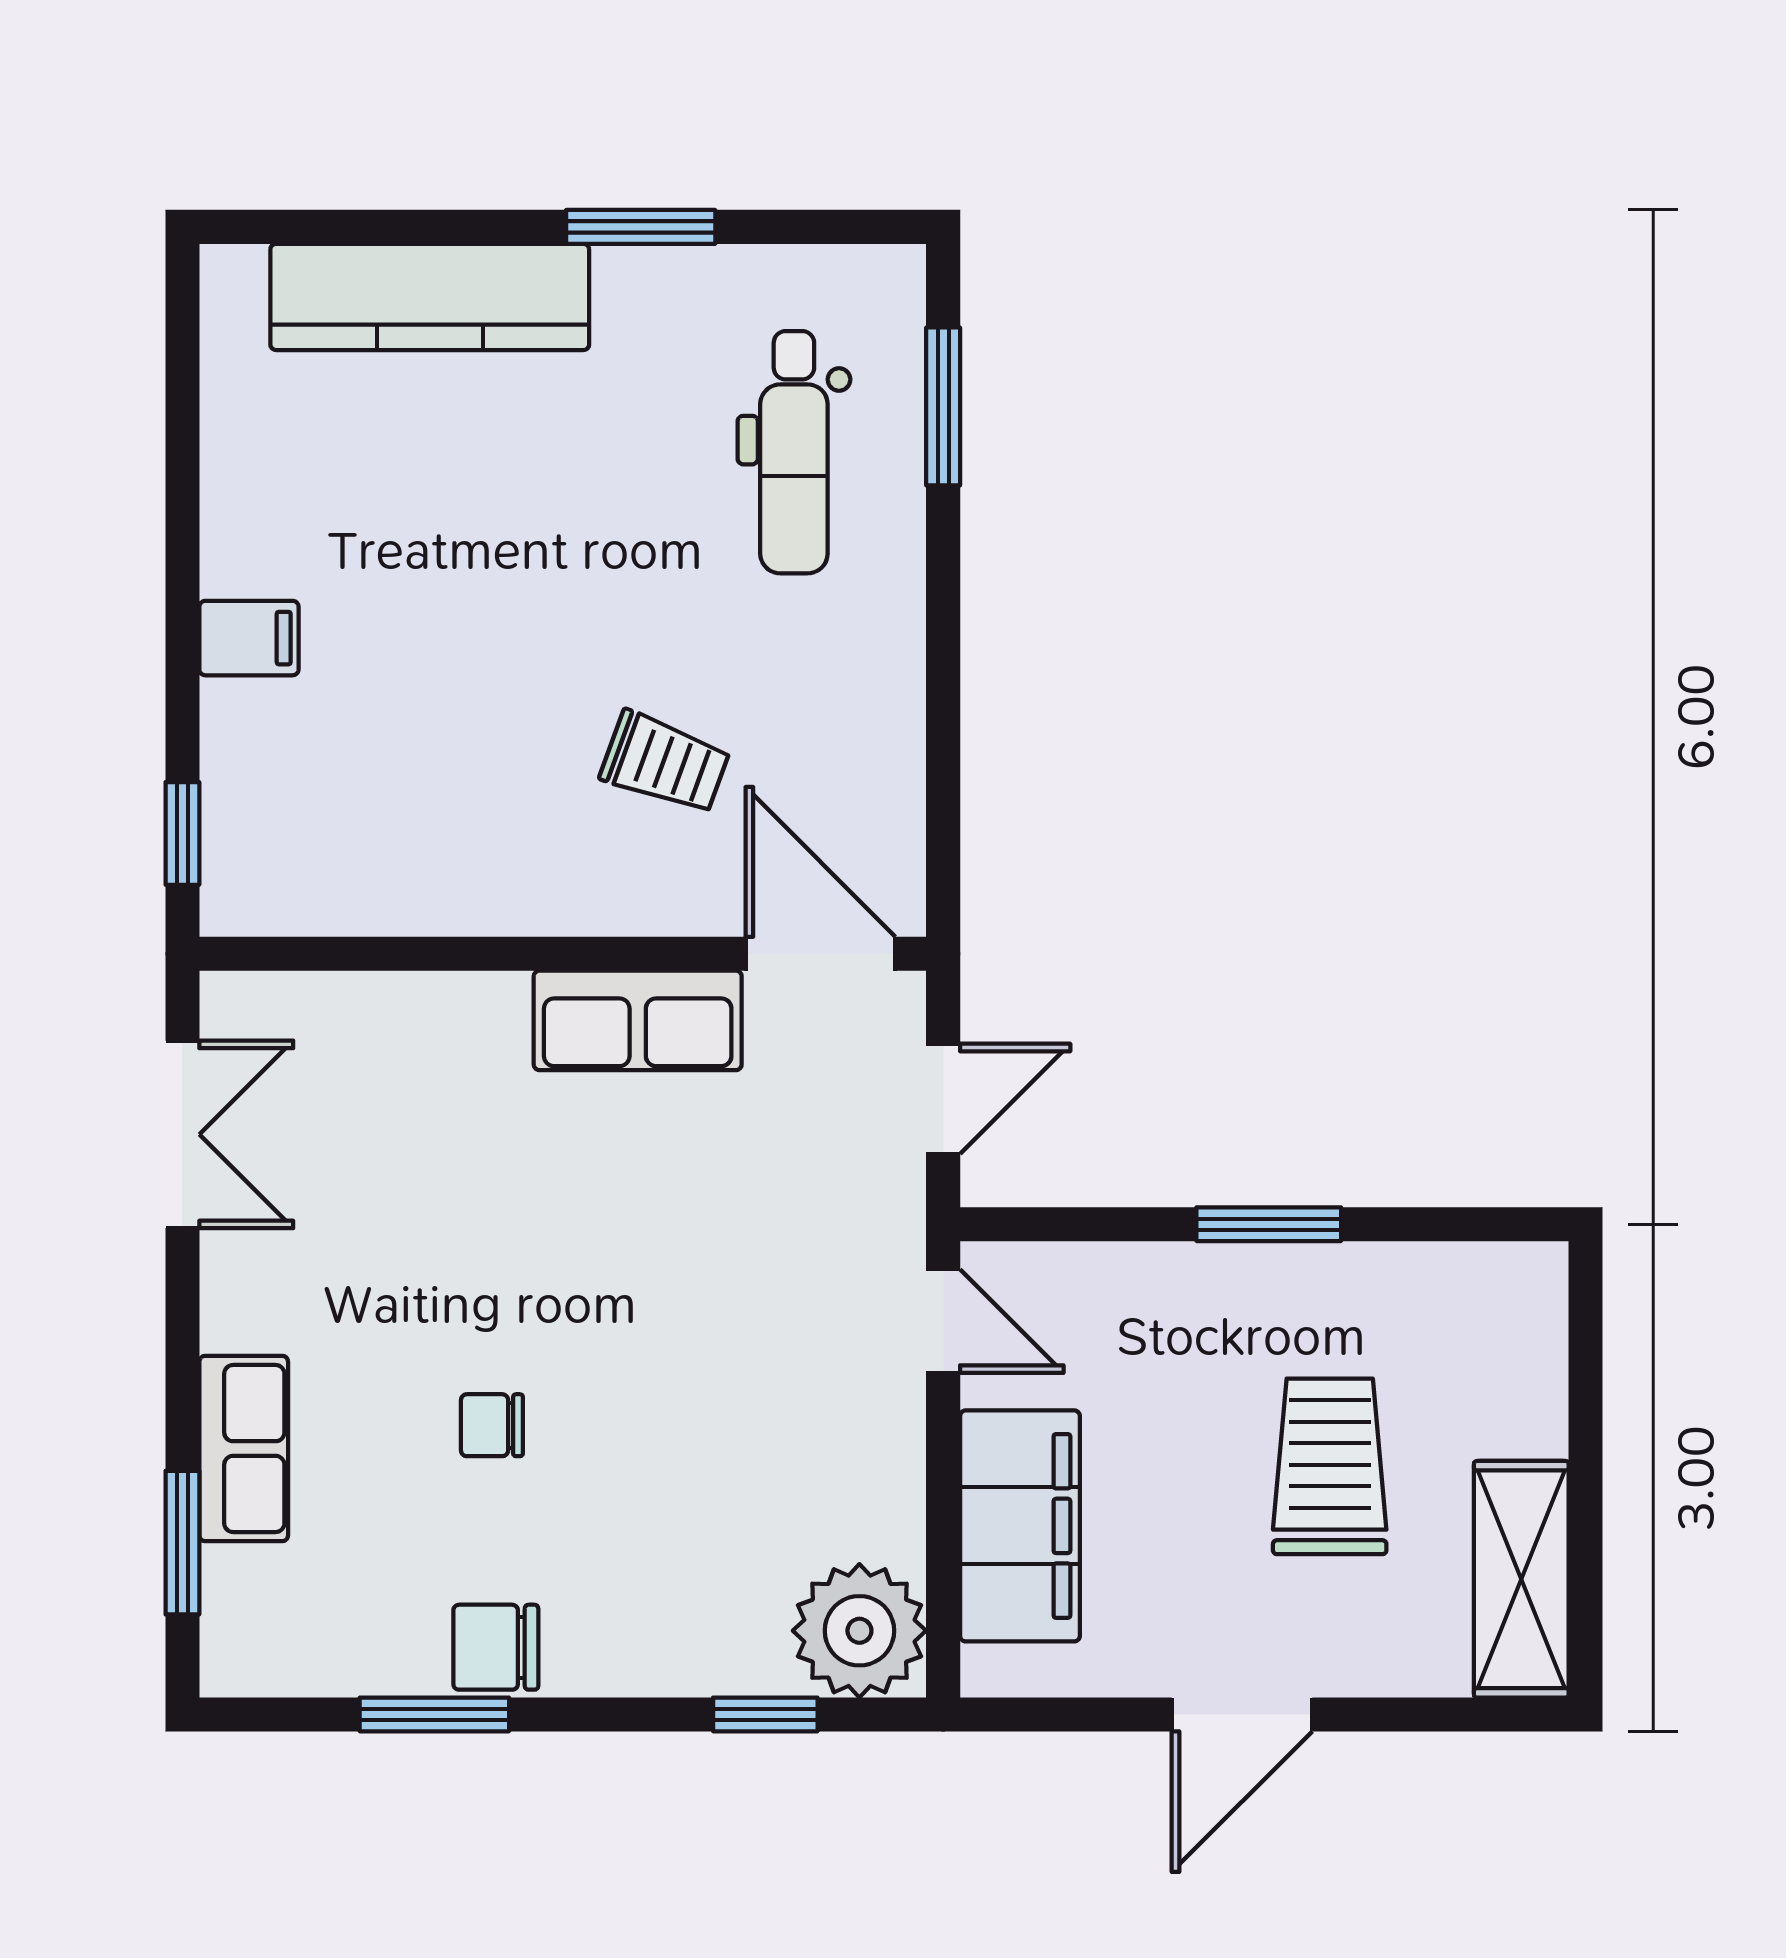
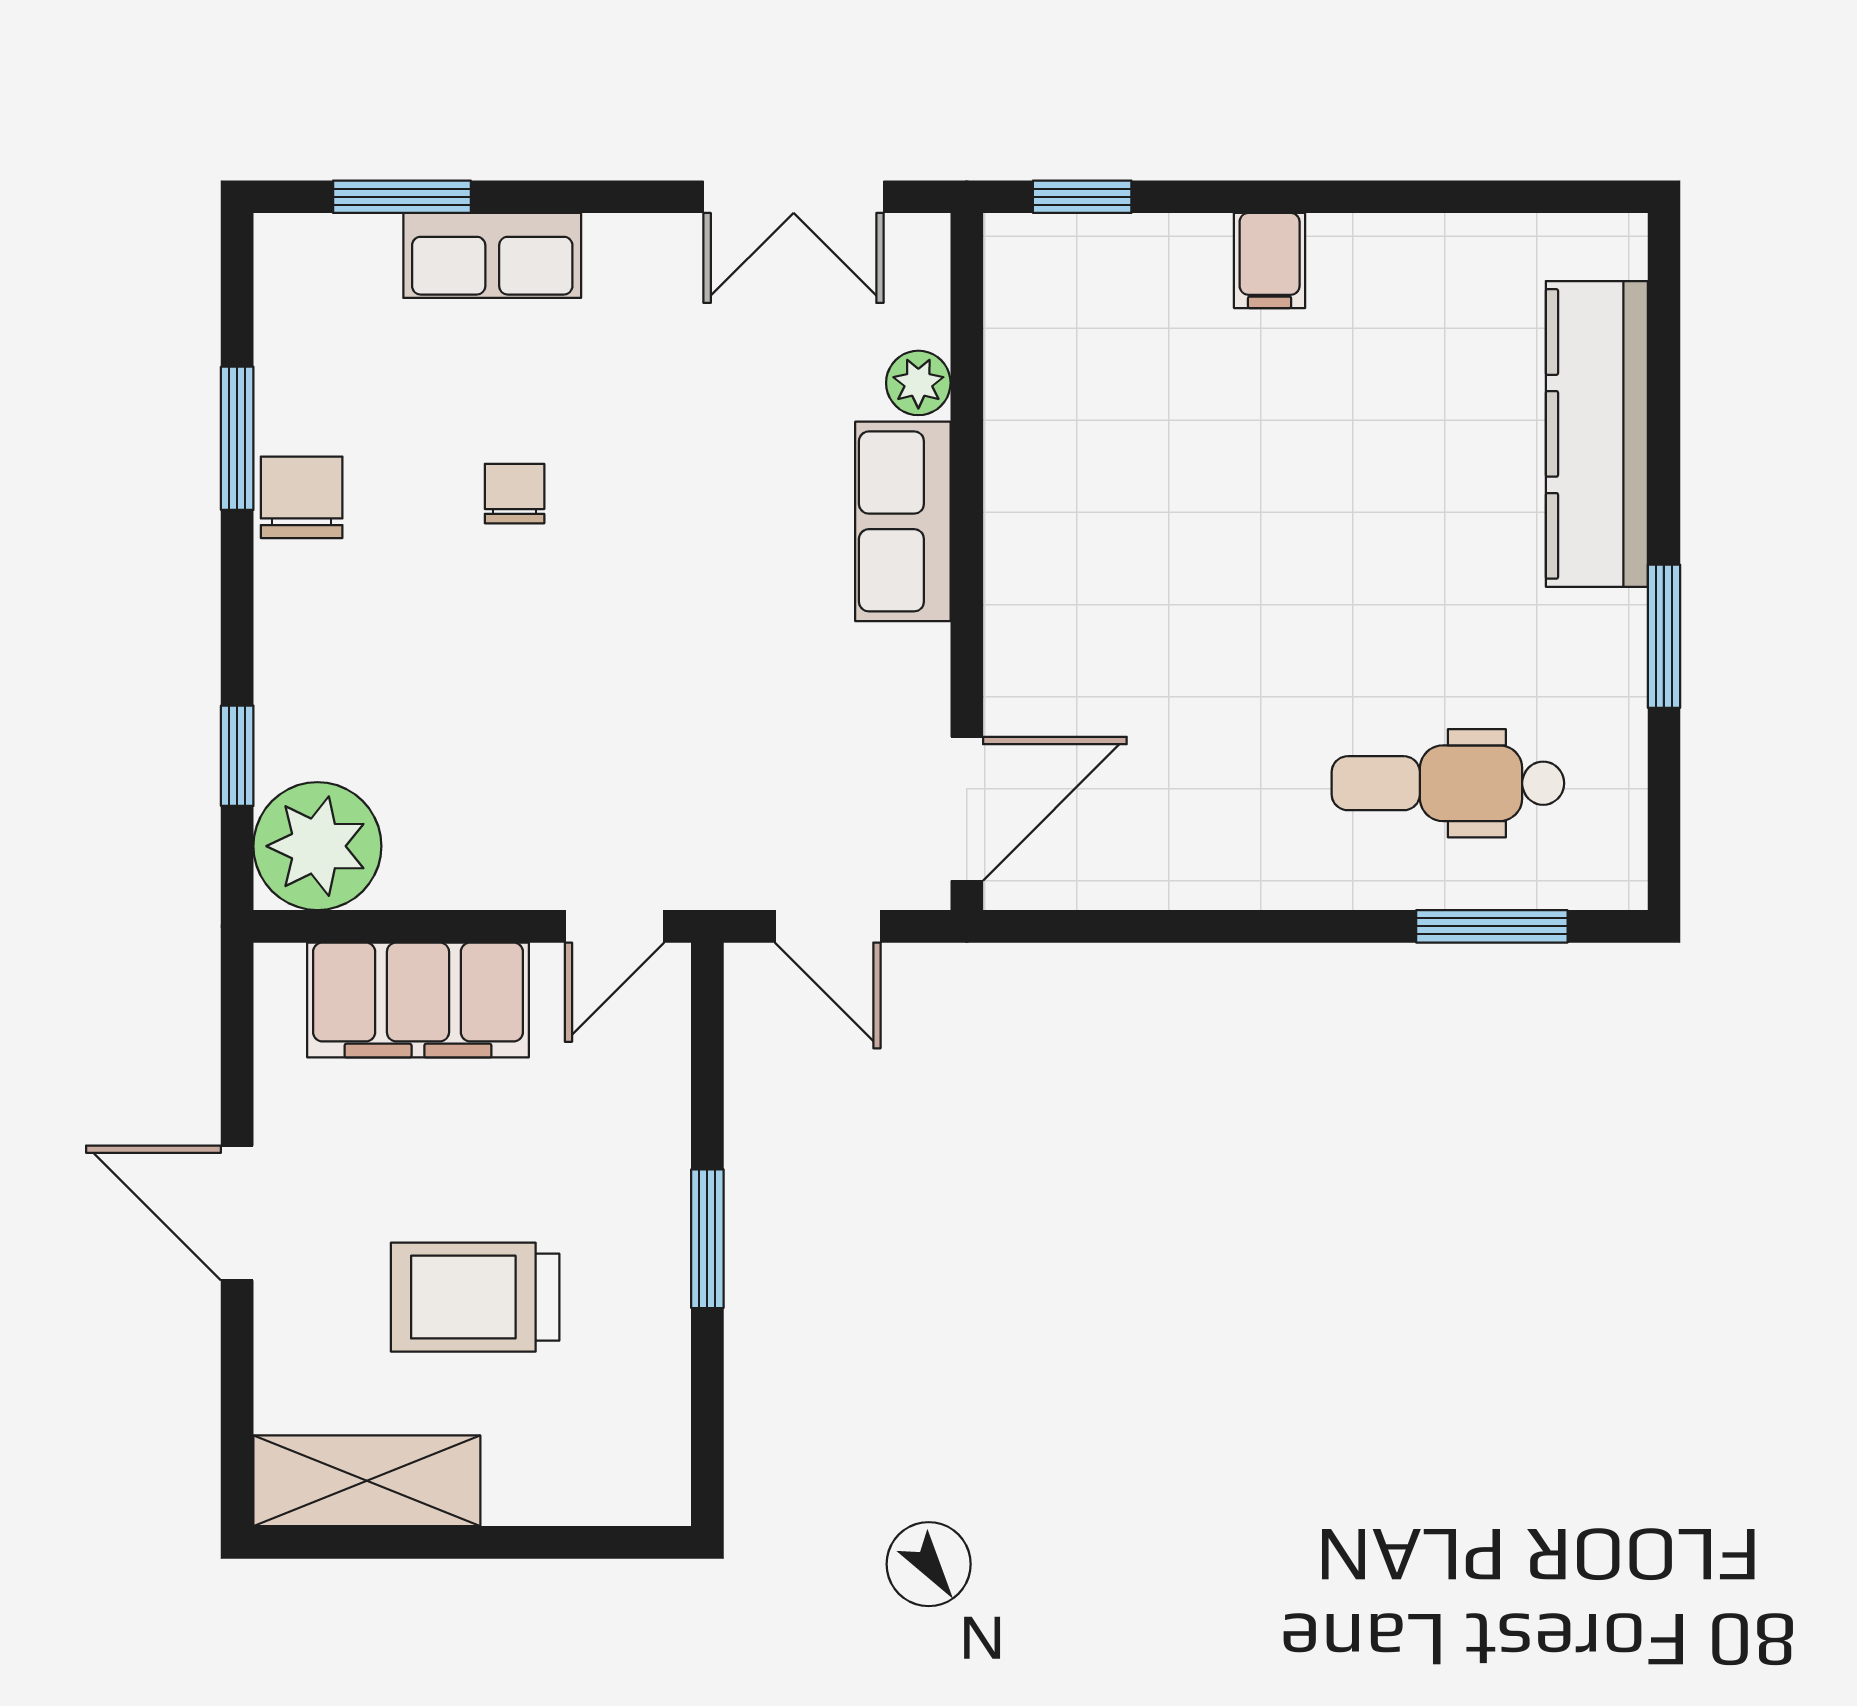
trolley: (665, 763) -> (1150, 659), removed
plant: (377, 1004) -> (918, 383), added
row of seats: (638, 1020) -> (903, 521), moved
trolley: (1330, 1466) -> (475, 1297), turned 180

